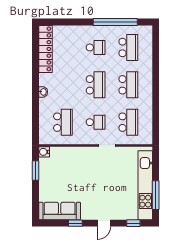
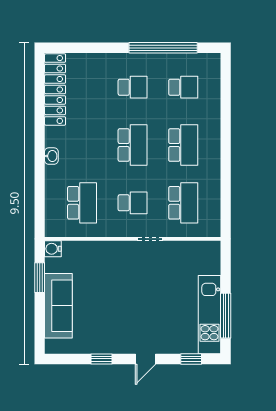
school desk: (128, 47) -> (183, 87), width x0.54
kitchen unit: (145, 185) -> (209, 315), width x0.73
sofa: (60, 211) -> (58, 306), moved, turned 90

